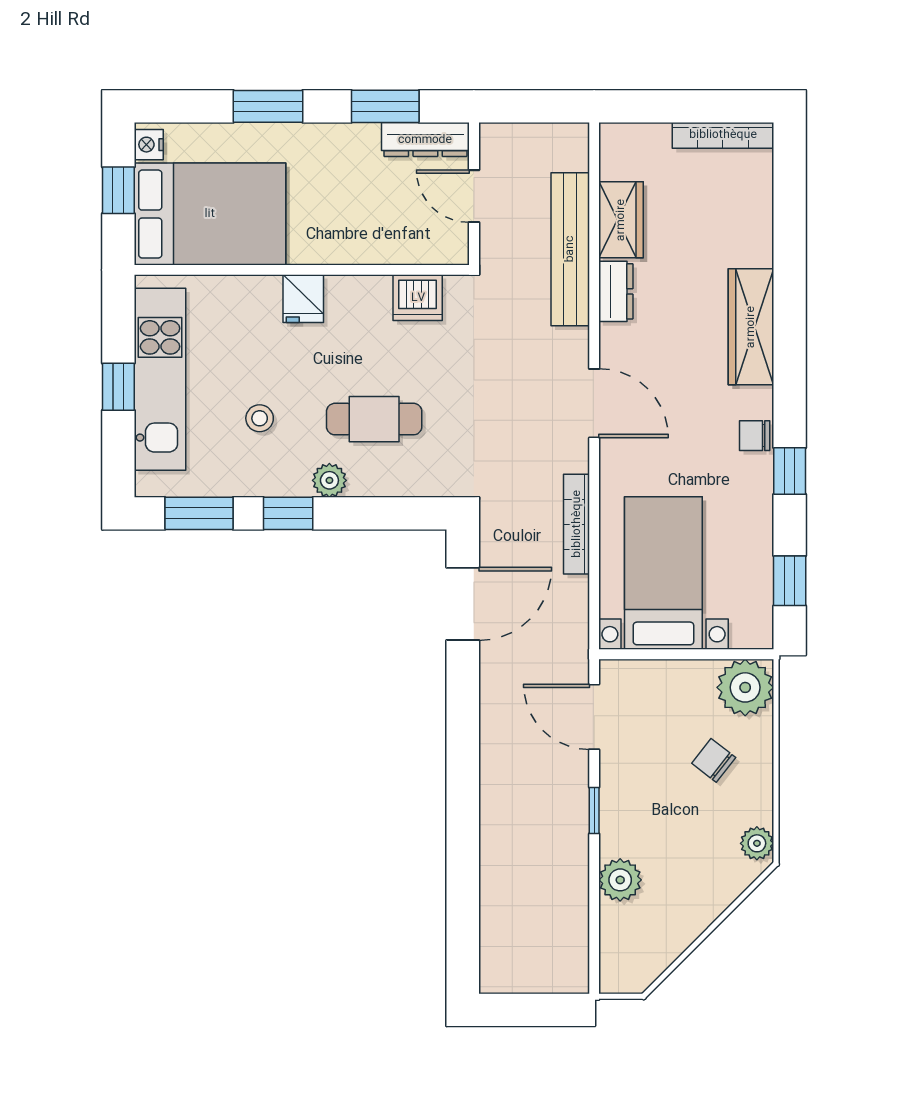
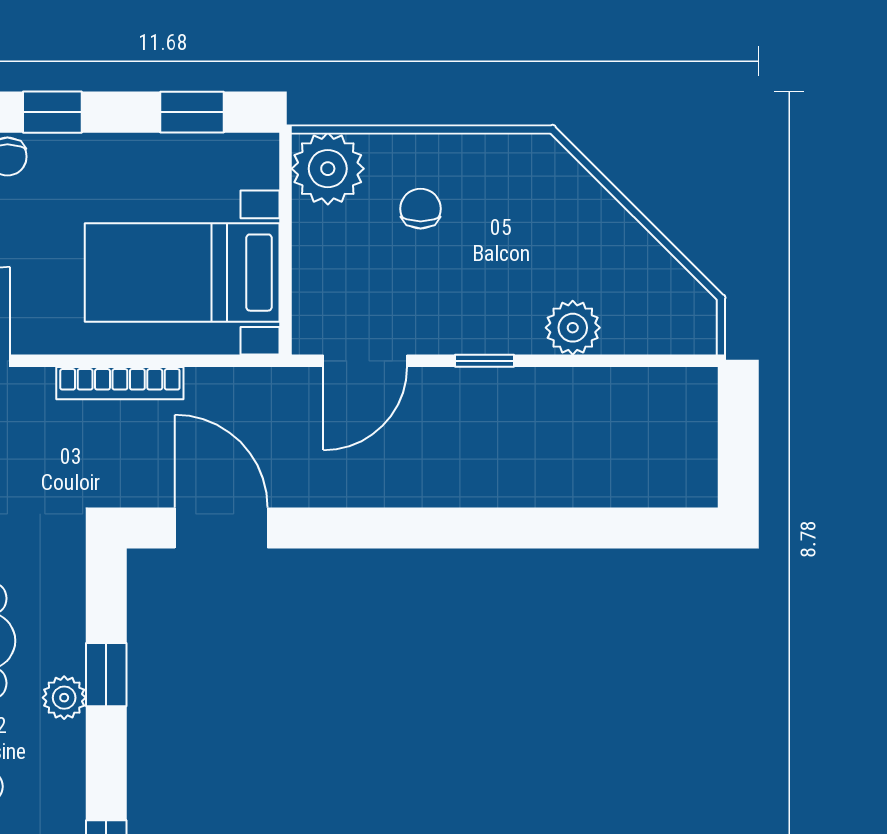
window: (288, 513) -> (106, 675), moved
chair: (714, 760) -> (421, 209), turned 142
plant: (757, 843) -> (526, 154), removed

